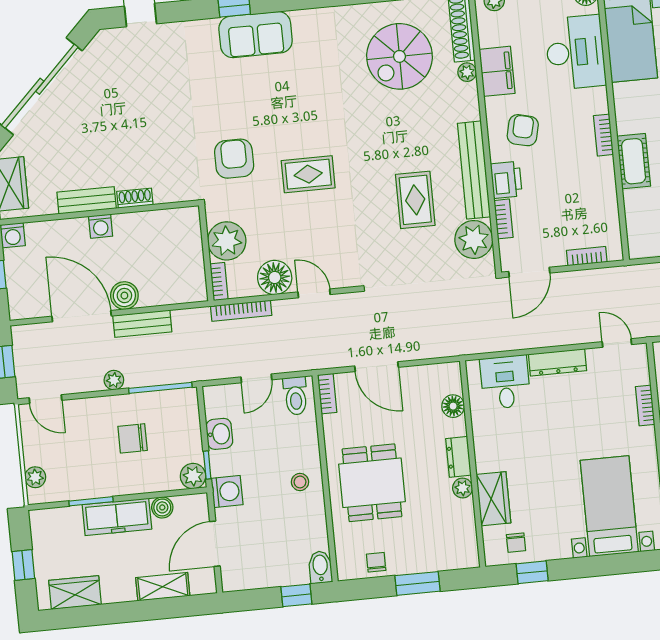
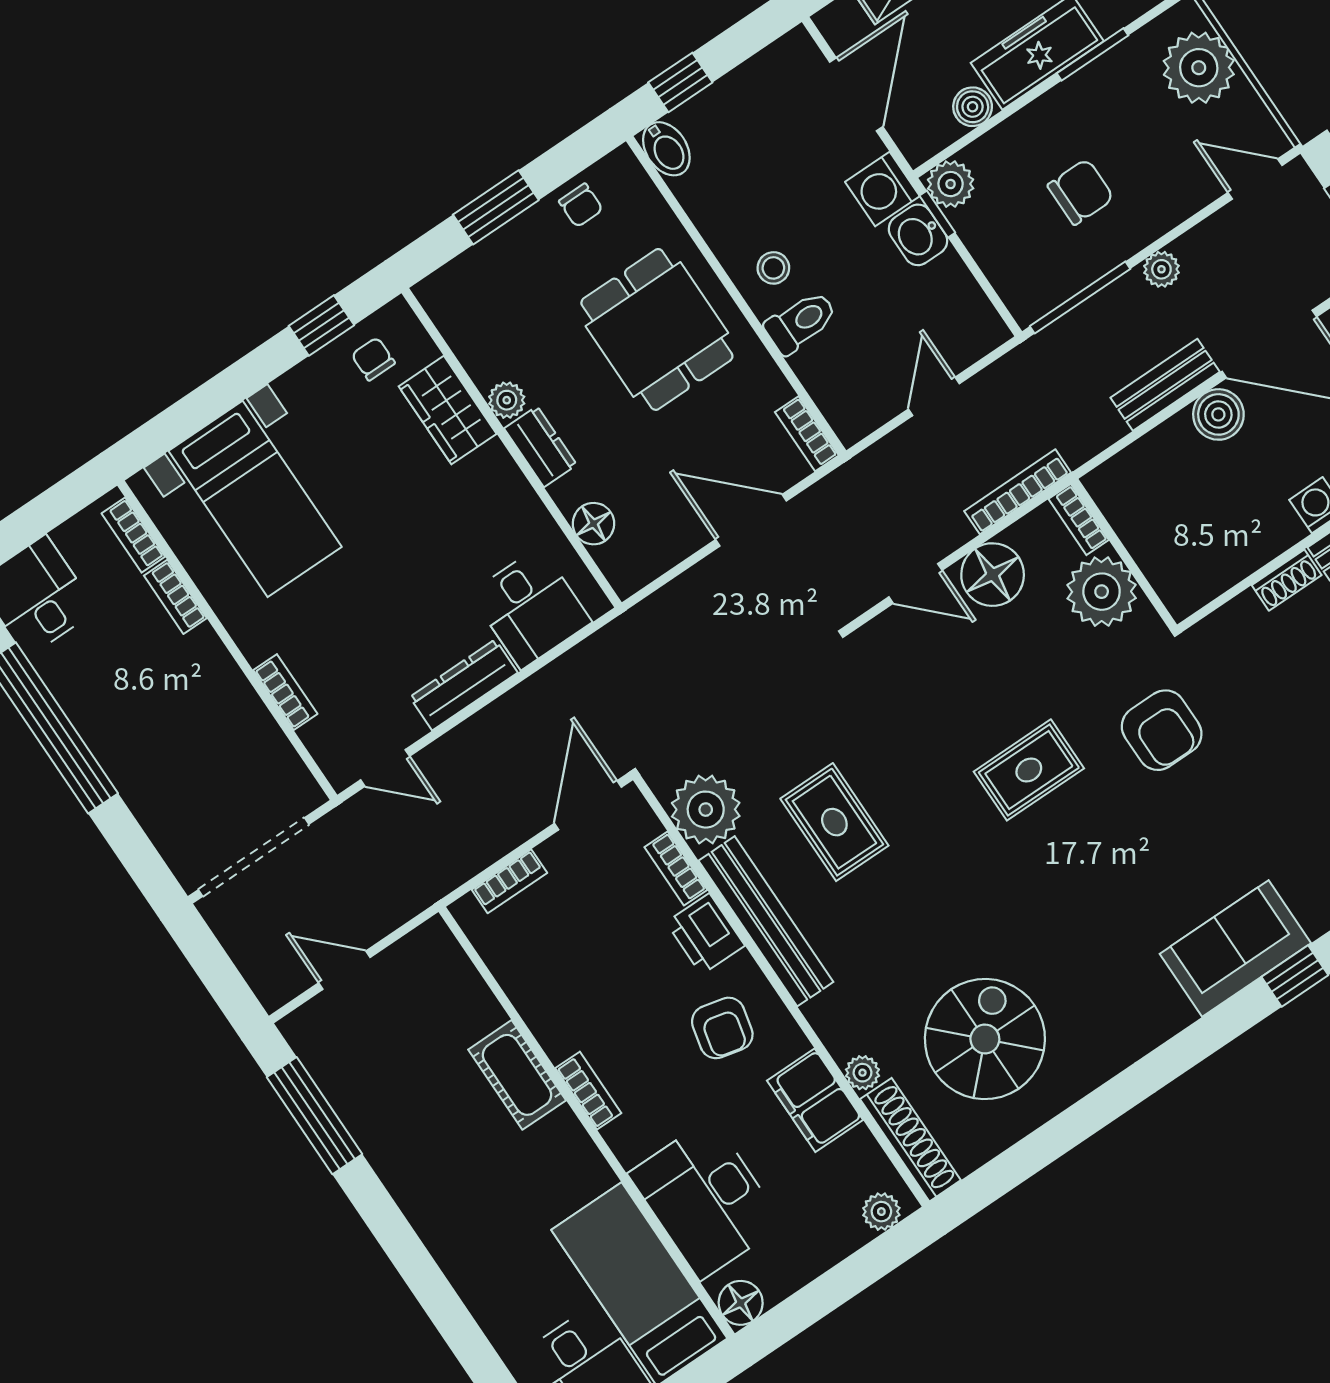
toilet: (296, 396) -> (801, 322), moved, turned 90
washbasin: (219, 434) -> (918, 235), moved
plant: (35, 477) -> (1199, 68), width x1.88, depth x1.88

